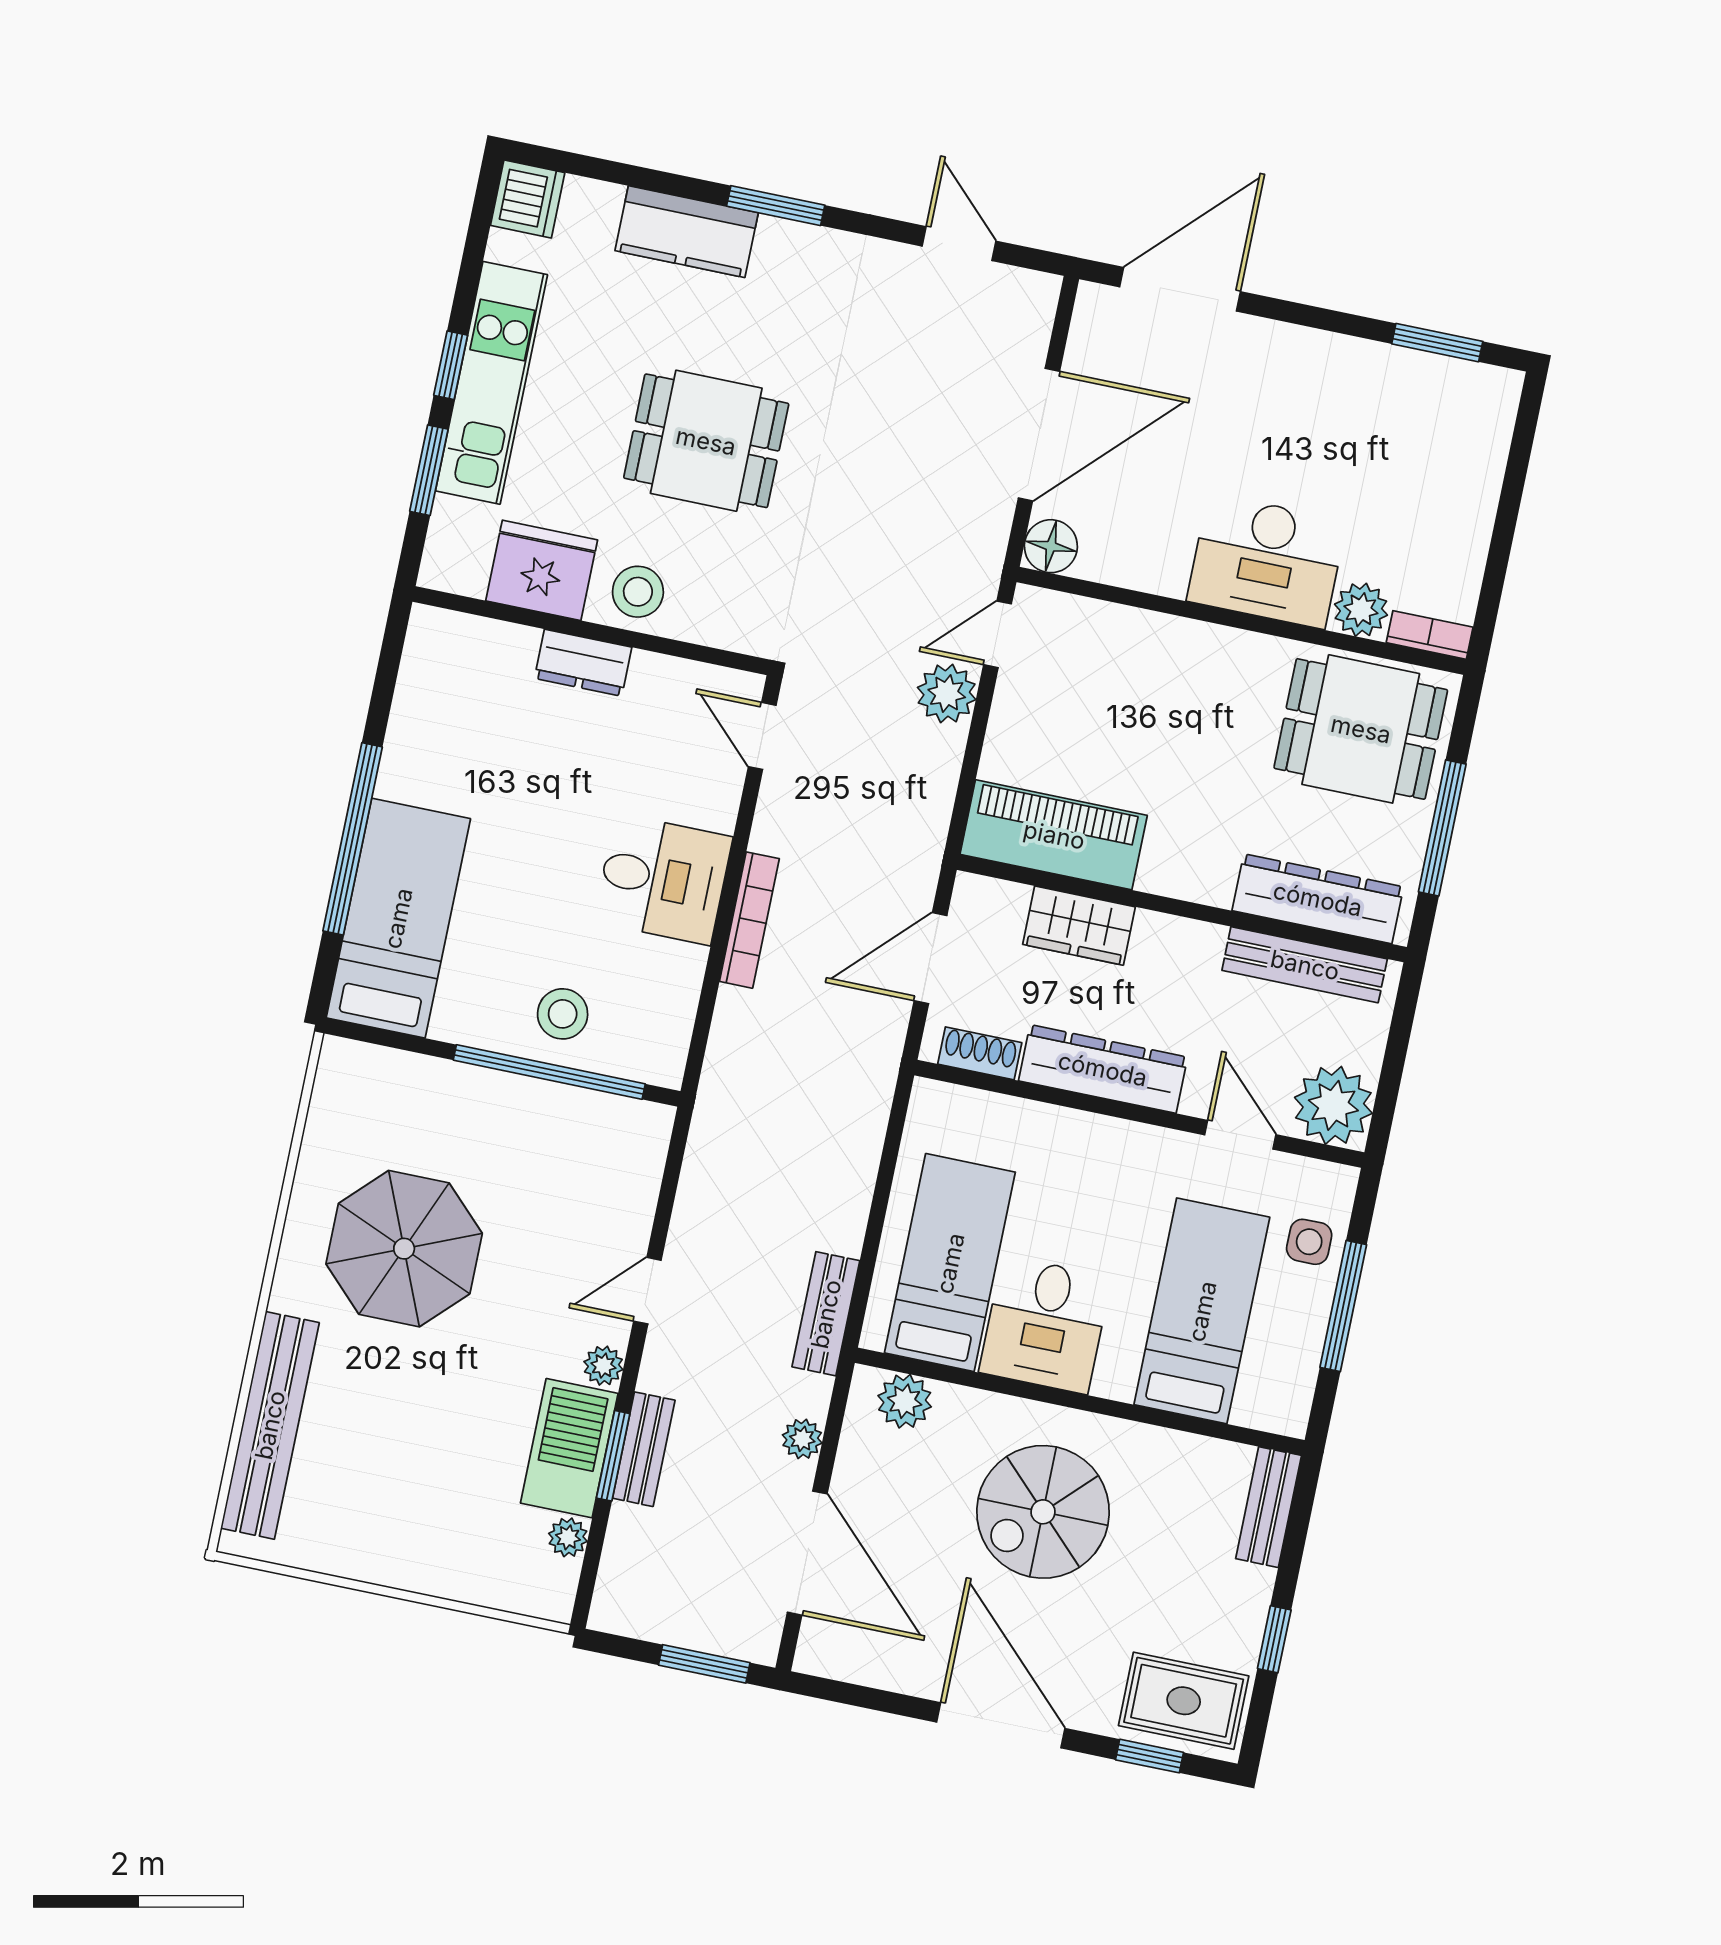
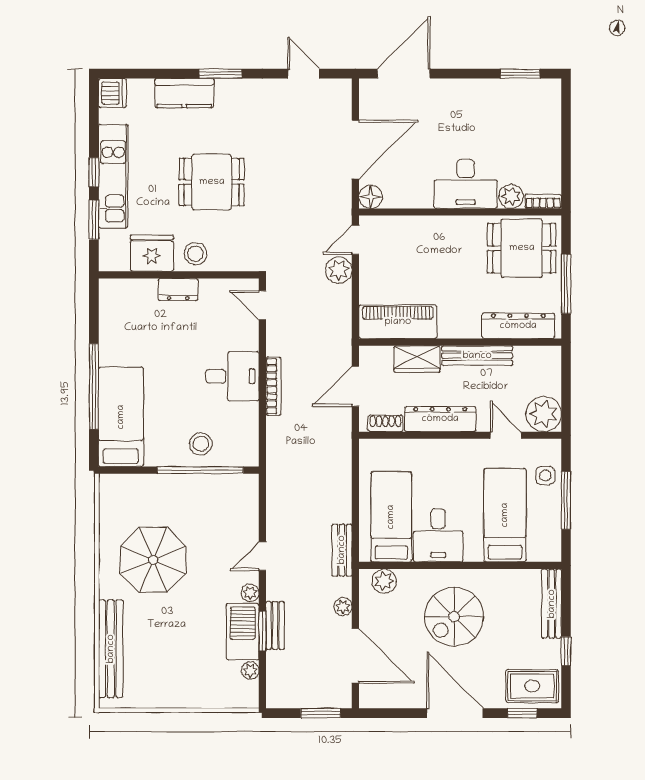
bench: (1305, 965) -> (477, 356), moved
bench: (1269, 1507) -> (552, 604), width x1.36

